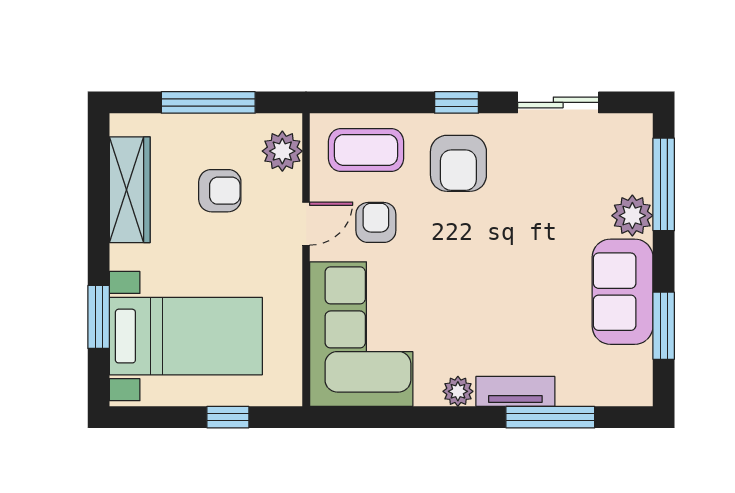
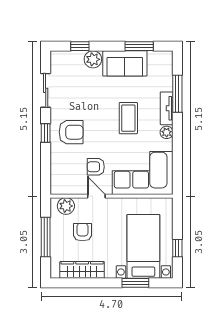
coffee table: (366, 150) -> (128, 118), moved
window: (664, 184) -> (80, 46), width x0.46
window: (228, 417) -> (177, 248), moved

